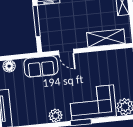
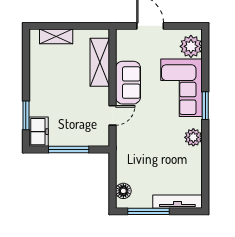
sofa: (41, 67) -> (128, 83), moved

